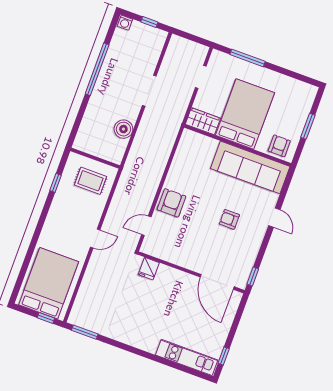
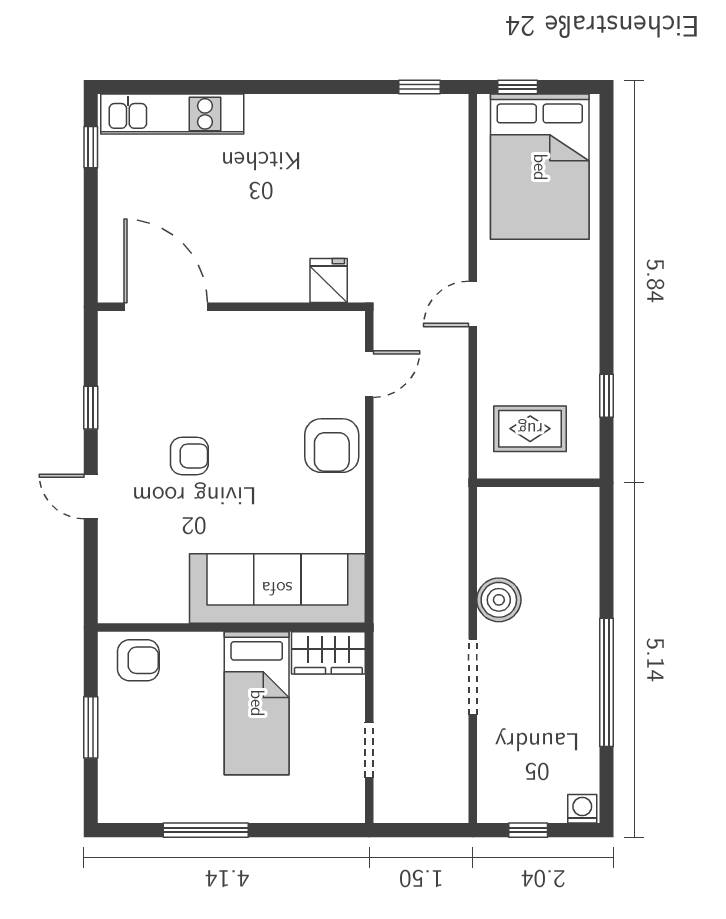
window: (248, 58) -> (206, 830), moved
bed: (245, 114) -> (257, 703), width x0.67
boiler: (123, 129) -> (499, 600), moved
armchair: (279, 146) -> (138, 660), turned -90
sofa: (250, 167) -> (277, 588), moved
window: (253, 276) -> (91, 408), moved
window: (85, 332) -> (419, 87), width x0.67

